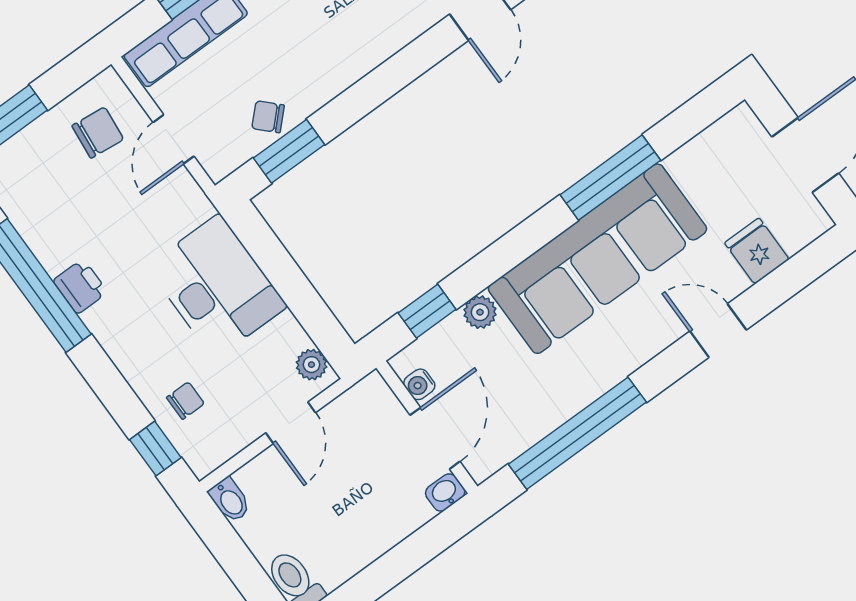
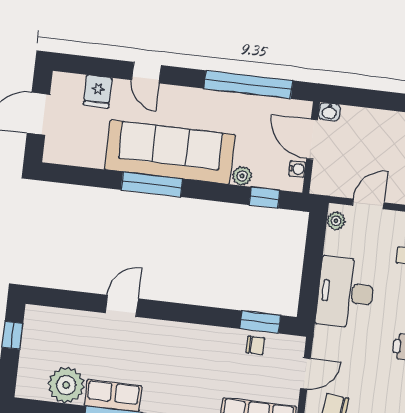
chair: (268, 117) -> (255, 345), turned -45
window: (610, 178) -> (152, 184), moved
door: (435, 438) -> (312, 139), hinge flipped

